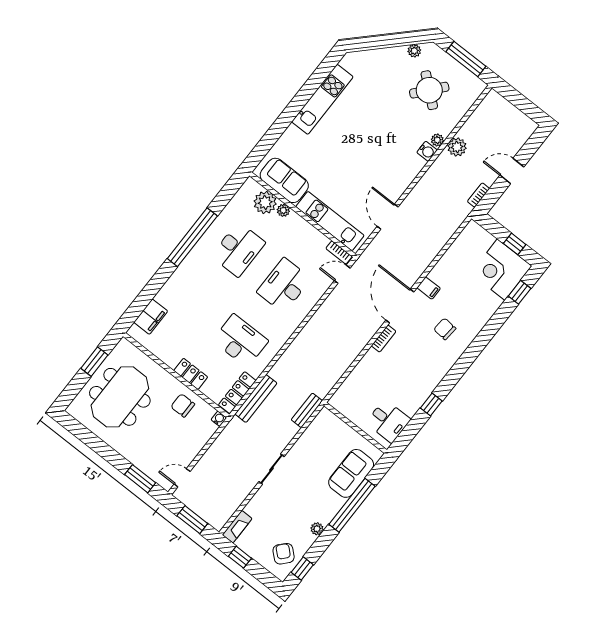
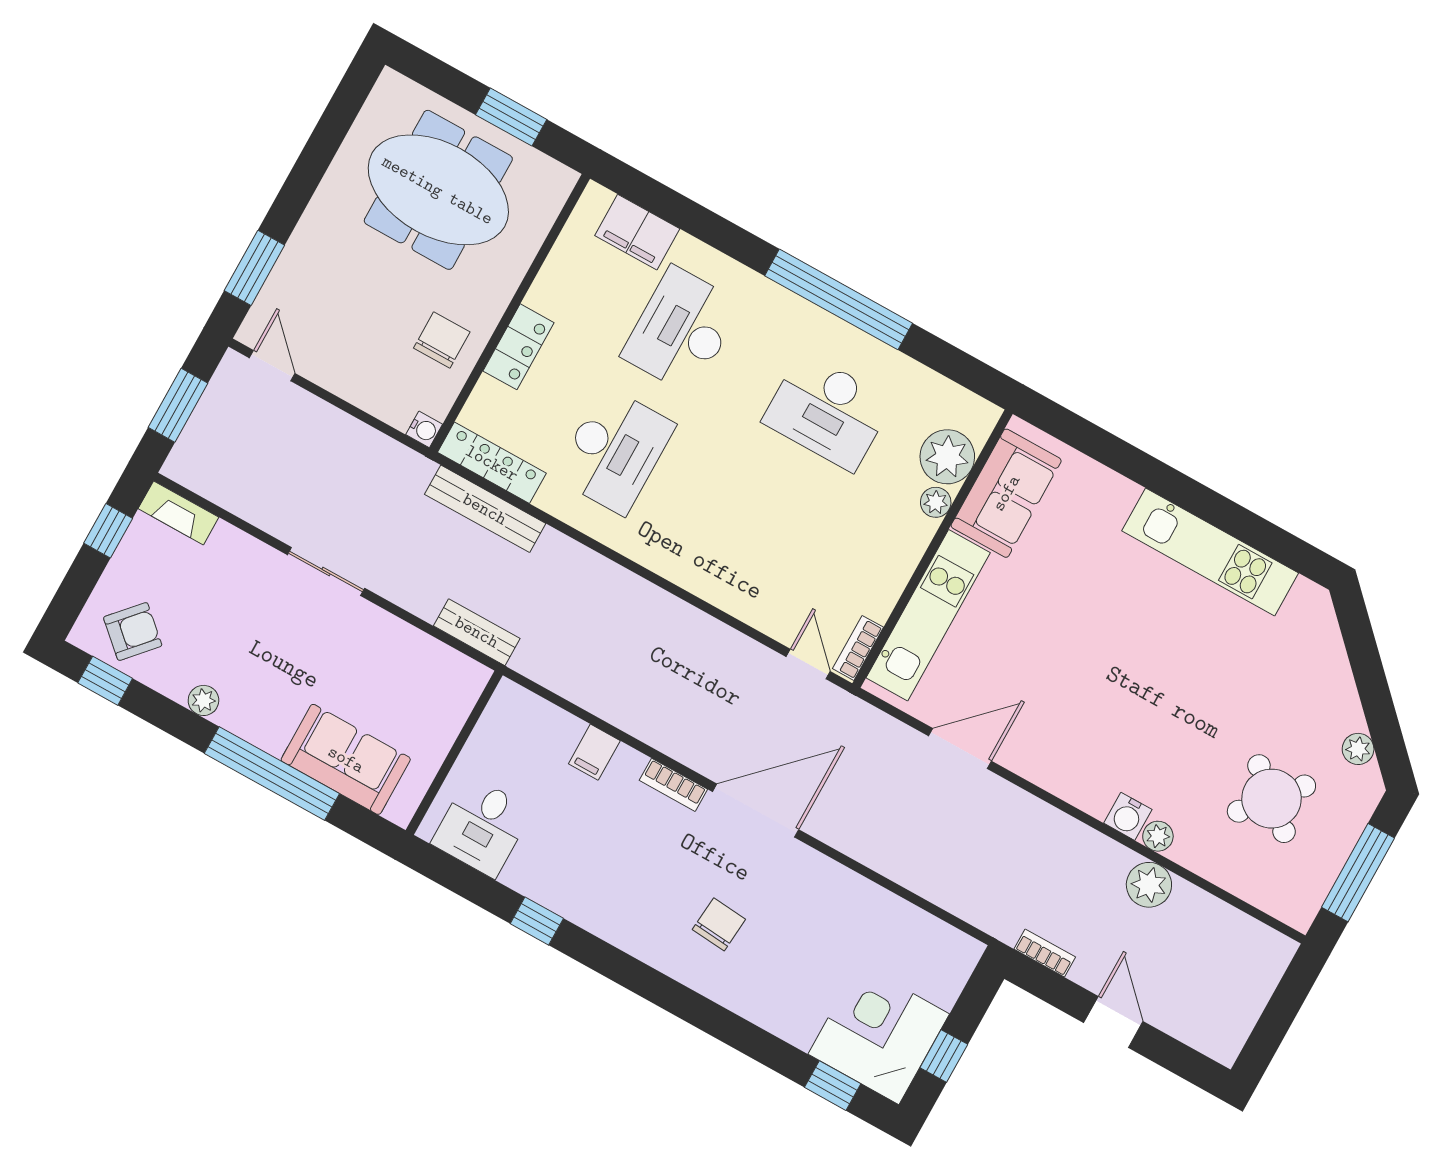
desk: (284, 285) -> (682, 330), moved, turned -90
filing cabinet: (429, 288) -> (594, 752), moved

